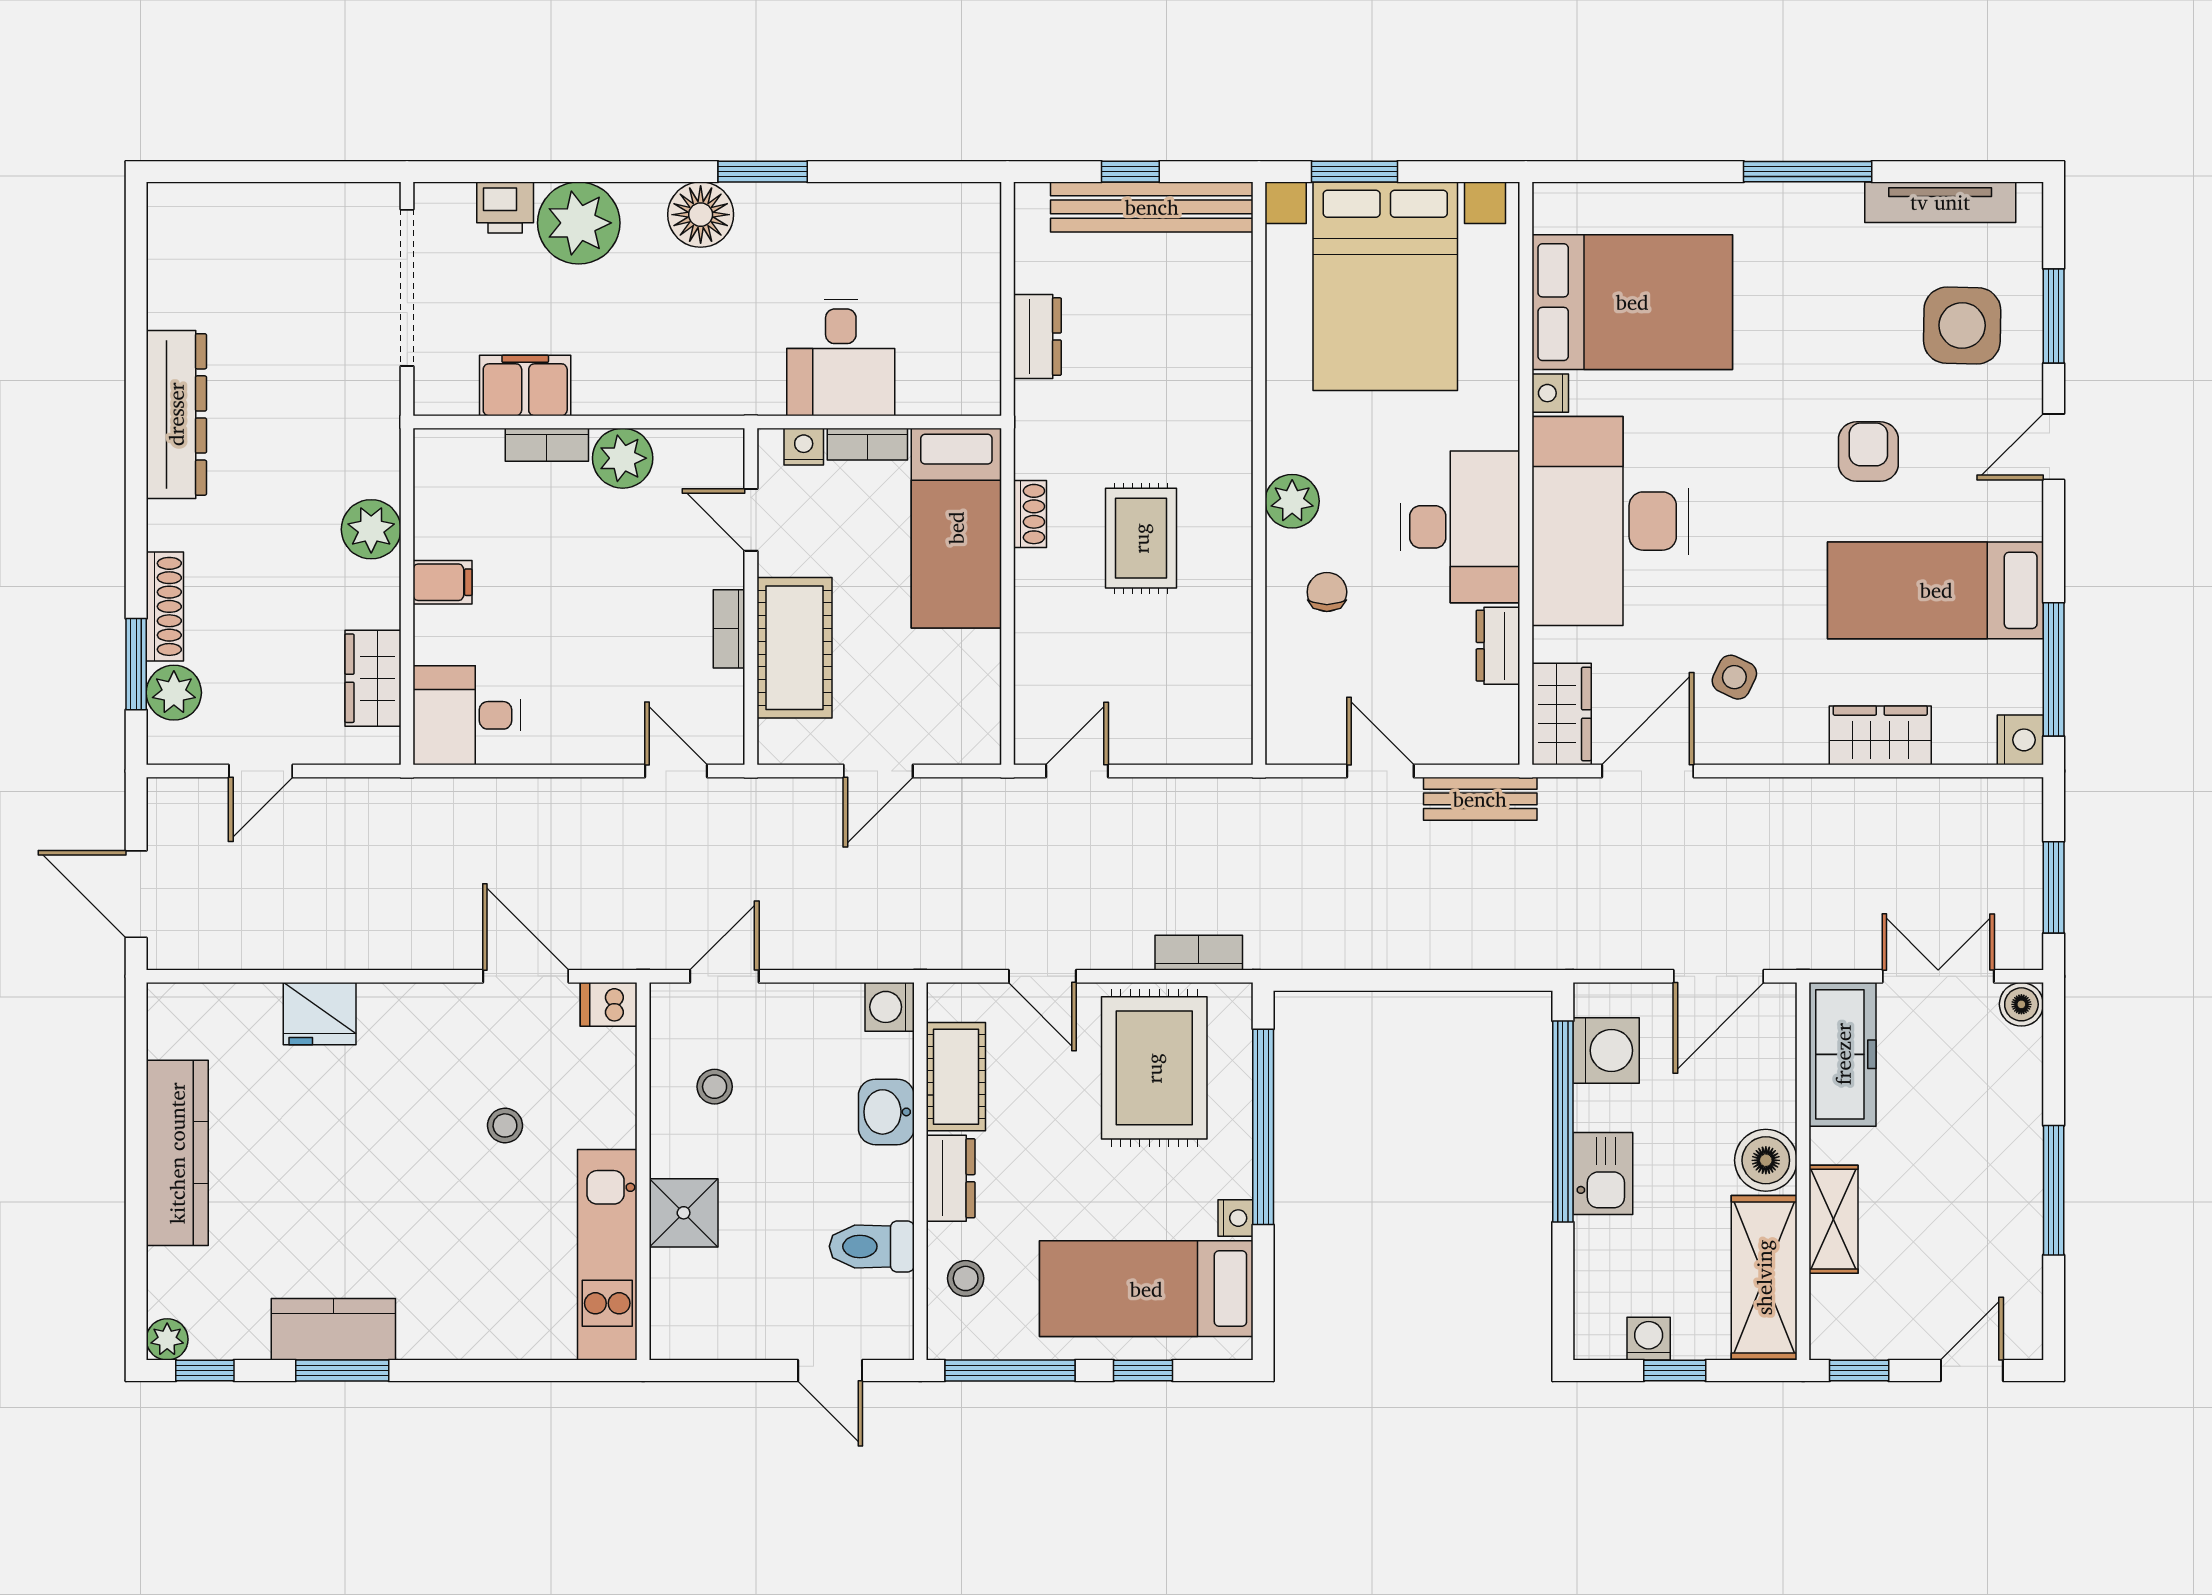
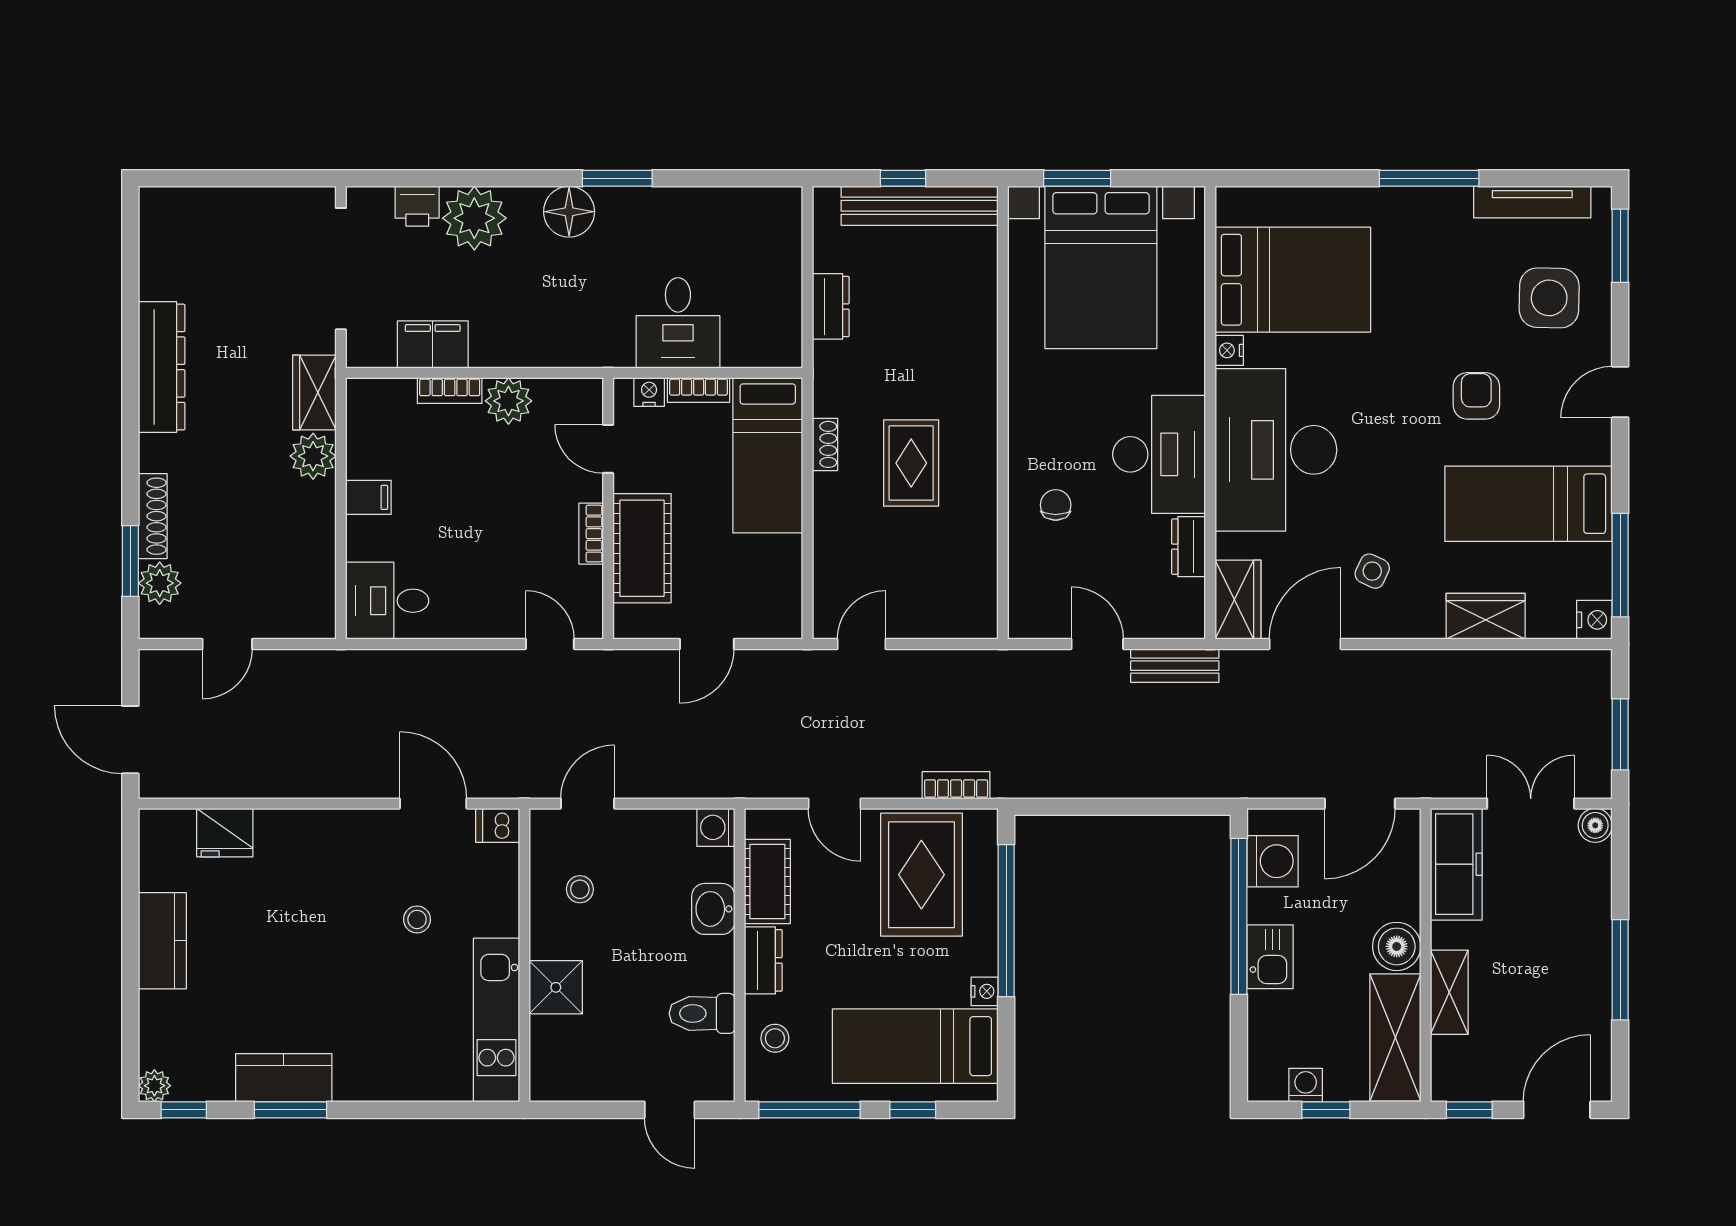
window: (2054, 316) -> (1620, 246), moved
plant: (1292, 501) -> (1029, 434), removed
wardrobe: (373, 678) -> (314, 393), moved
fridge: (320, 1014) -> (225, 833), moved
kitchen counter: (177, 1153) -> (162, 941), width x0.67
door: (1972, 1370) -> (1557, 1110), width x1.37

